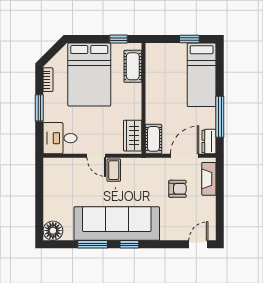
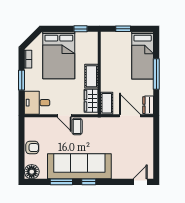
window: (189, 39) -> (123, 29), moved
cot: (133, 66) -> (91, 76), moved
window: (220, 117) -> (156, 74), moved
door: (185, 156) -> (130, 116), hinge flipped
fireplace: (209, 179) -> (148, 133), removed
armchair: (177, 189) -> (32, 148), moved

